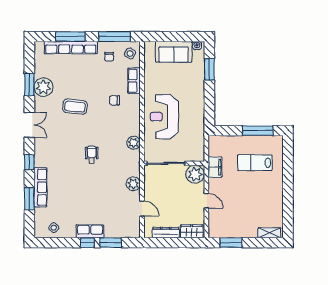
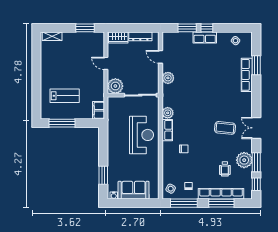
row of seats: (134, 81) -> (167, 130), moved
coffee table: (75, 107) -> (225, 128), moved
wheelchair: (92, 154) -> (225, 169), moved
window: (29, 162) -> (256, 184), moved
filing cabinet: (215, 167) -> (98, 110), moved

